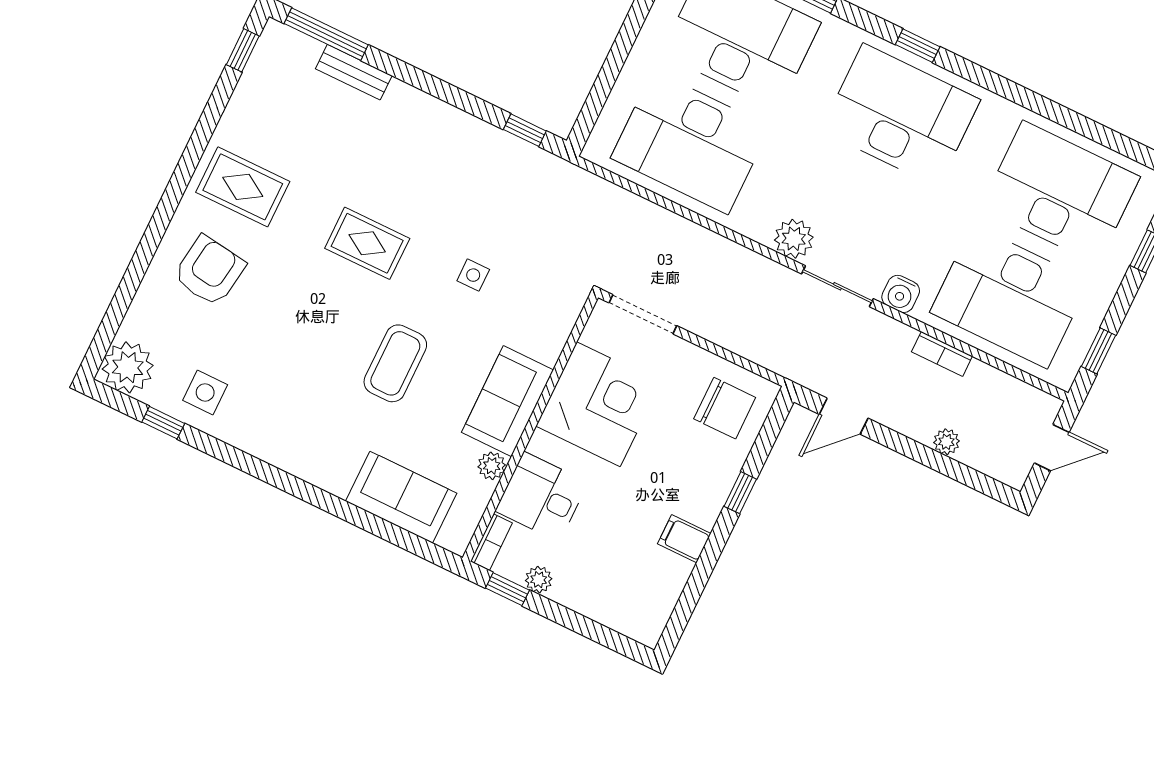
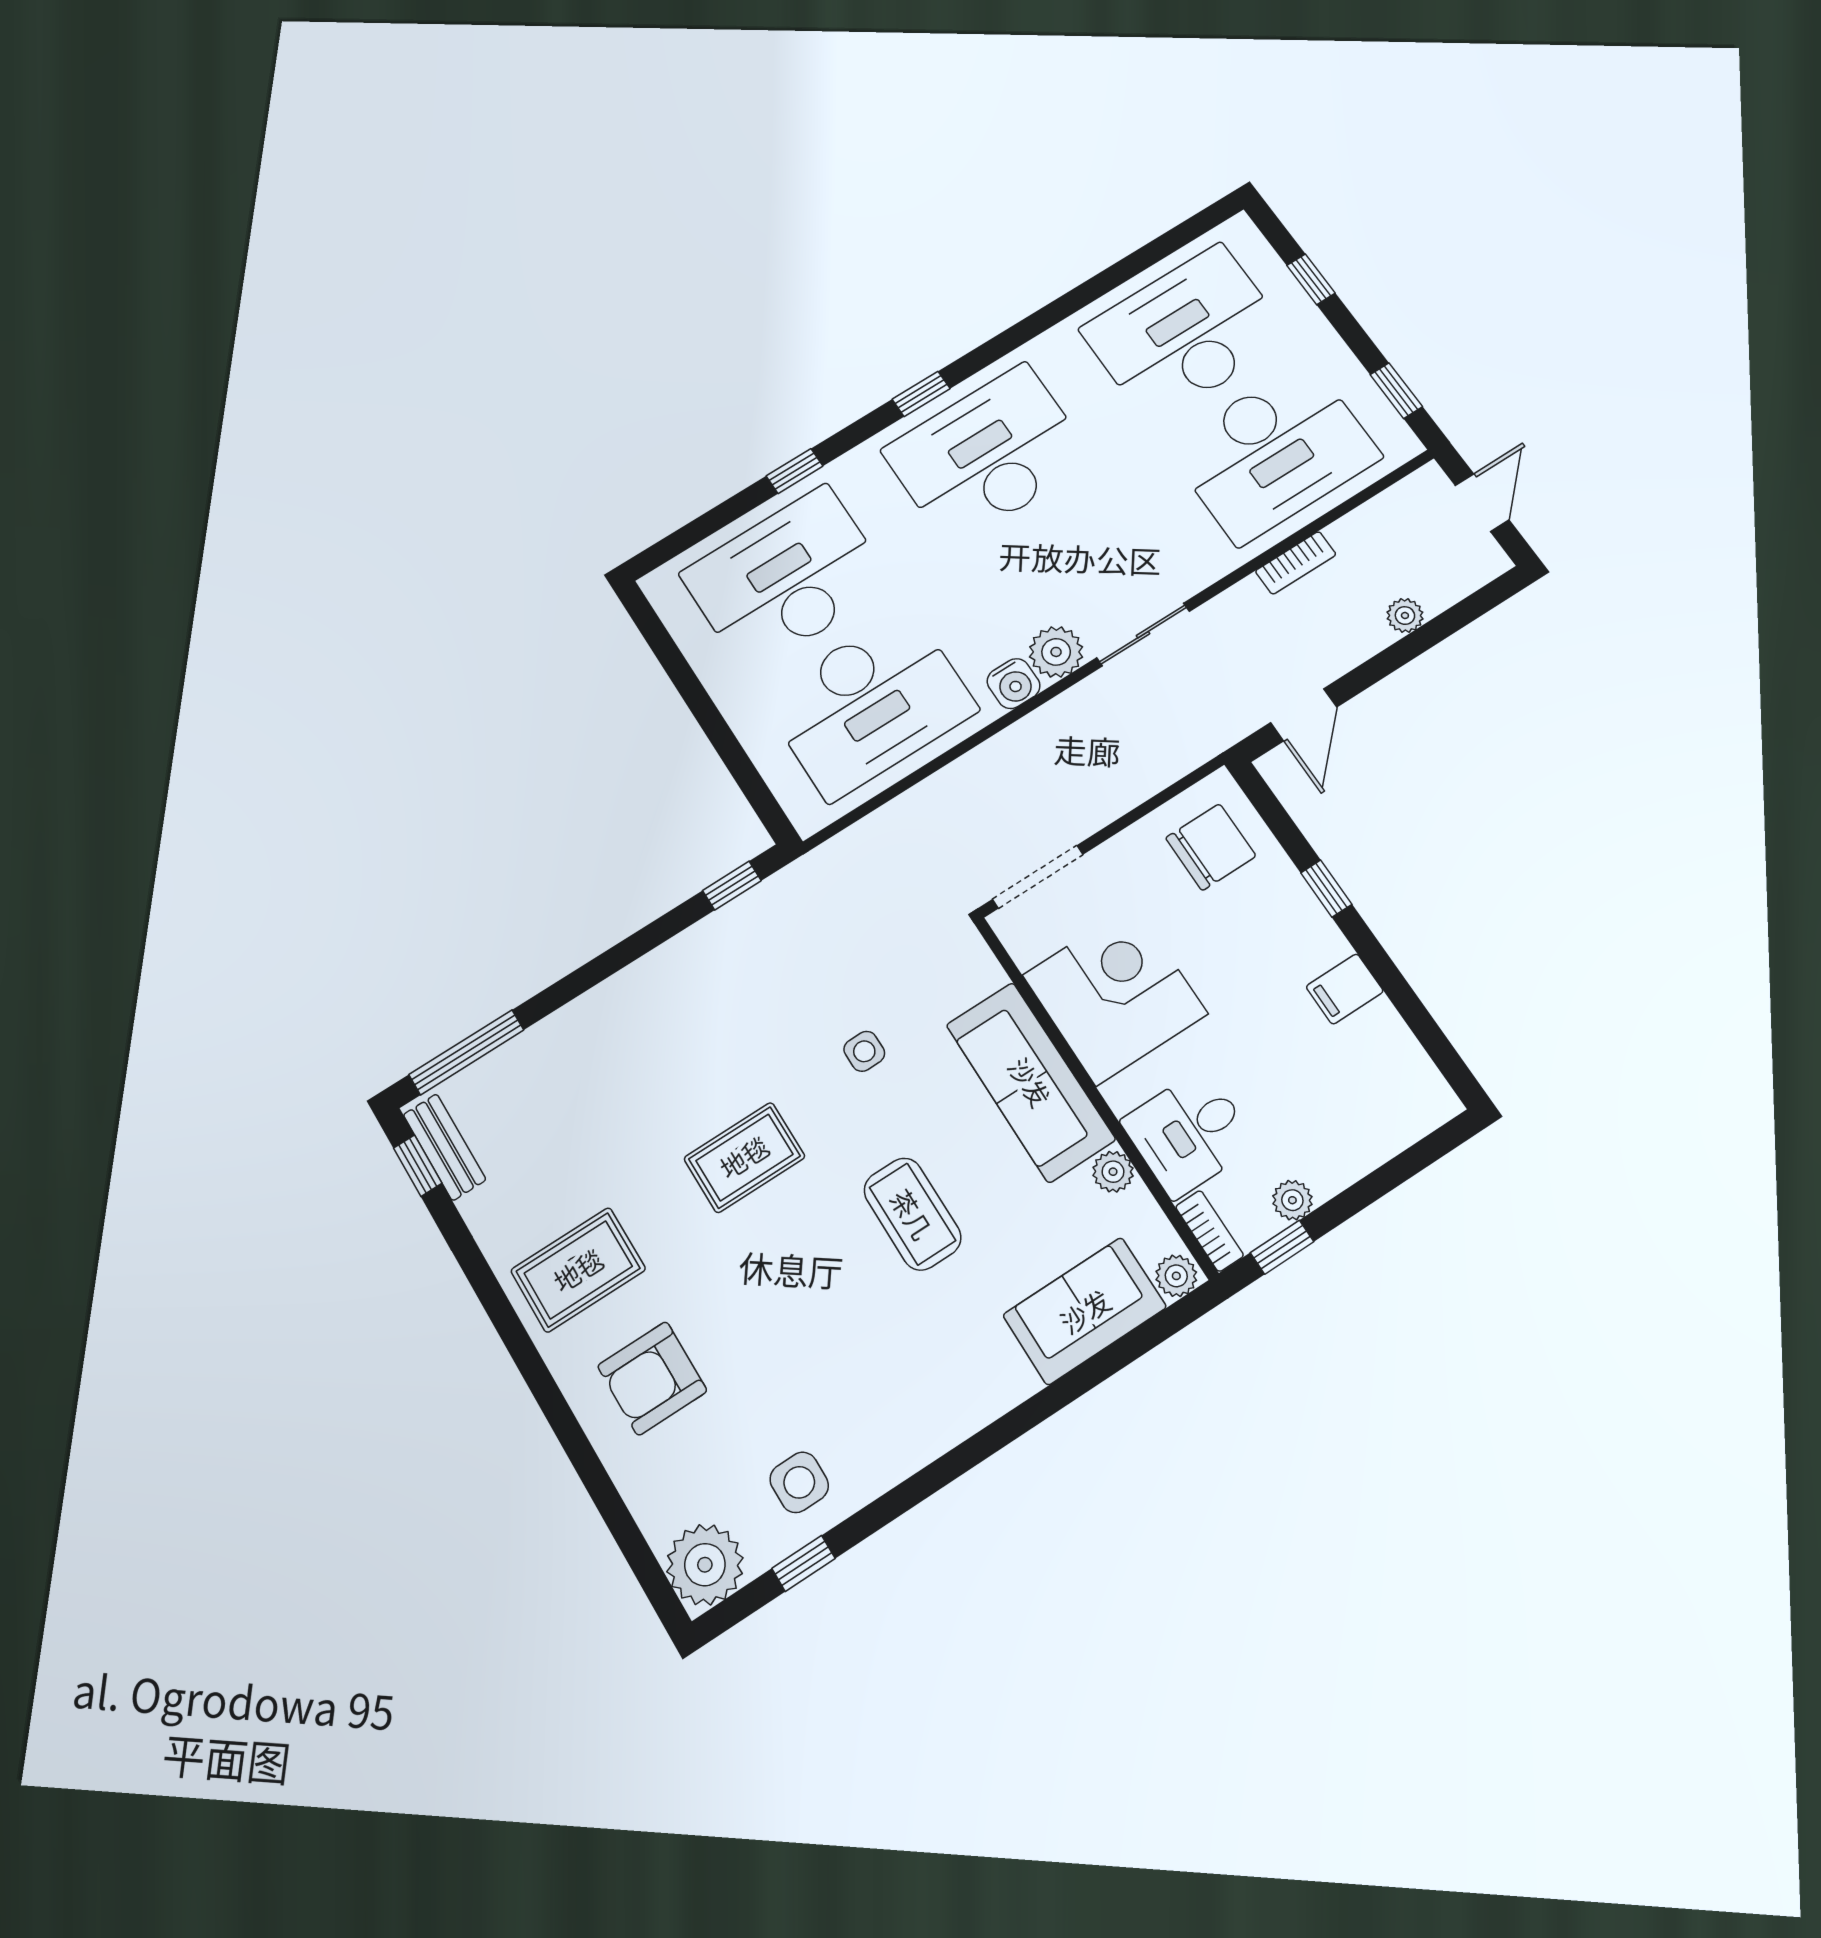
bench: (354, 72) -> (444, 1147), moved, turned 90
armchair: (209, 271) -> (652, 1378), turned -98
water cooler: (901, 294) -> (1014, 684), moved
sofa: (508, 401) -> (1030, 1082), width x1.36
plant: (454, 538) -> (1176, 1276), added

